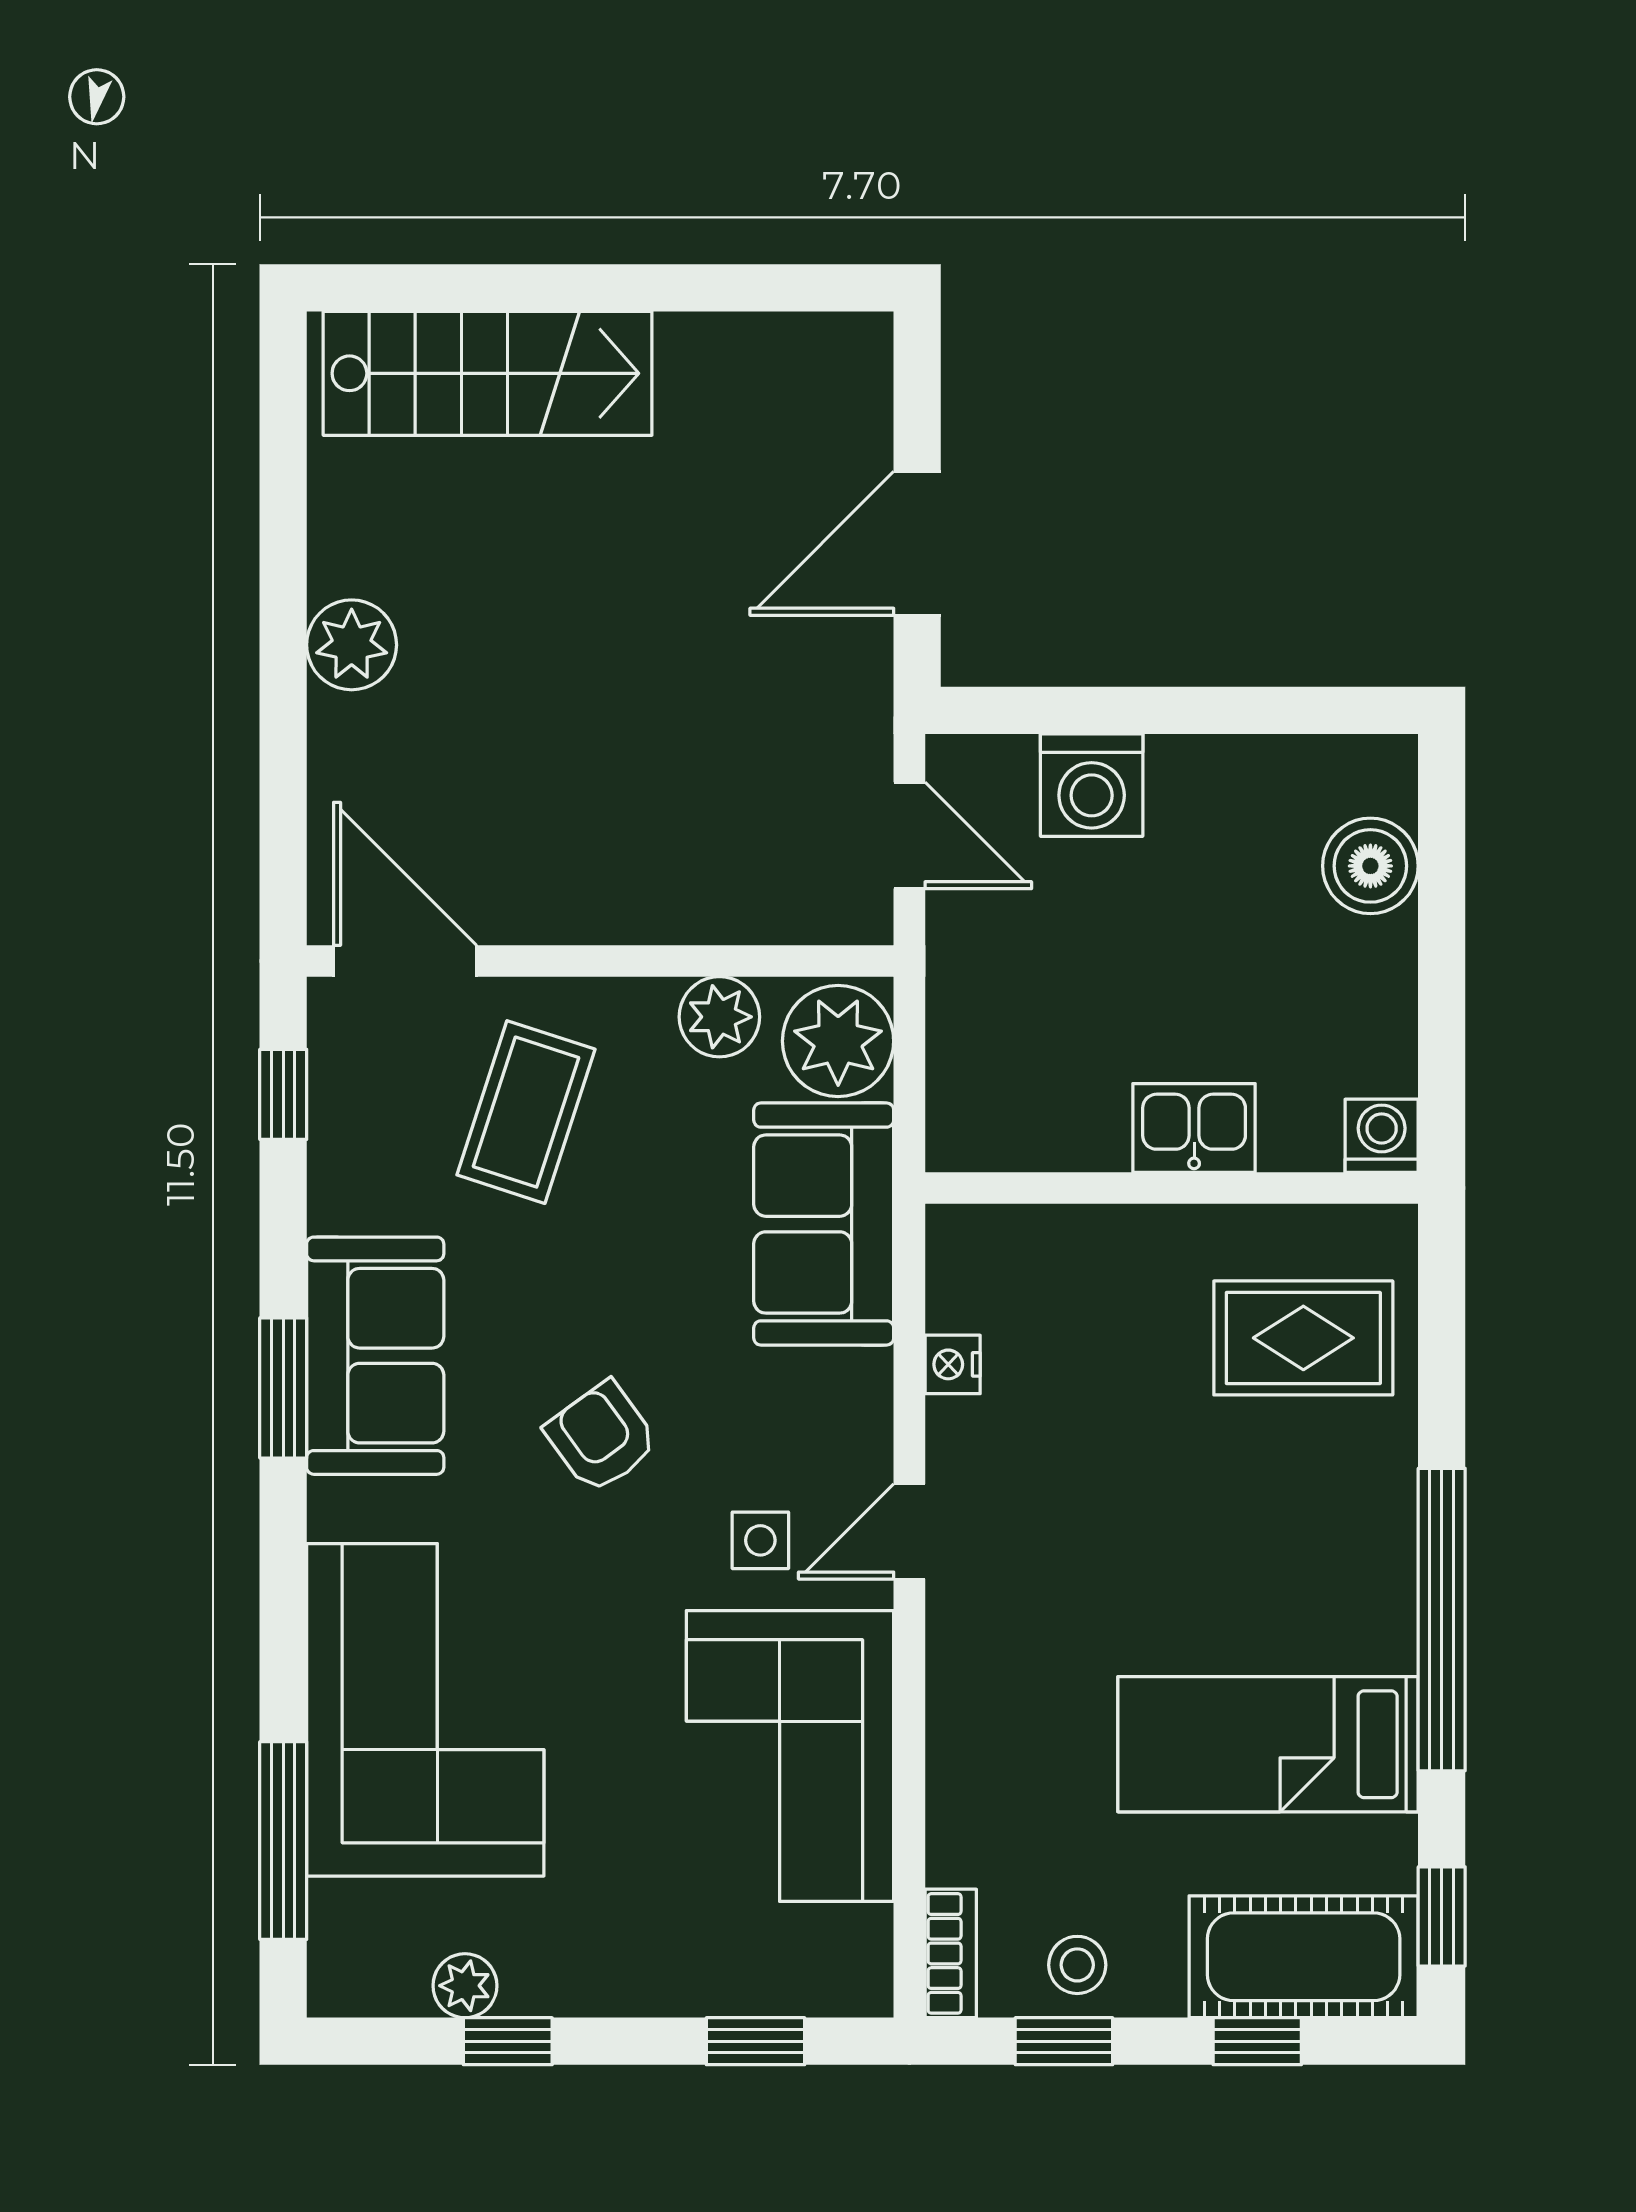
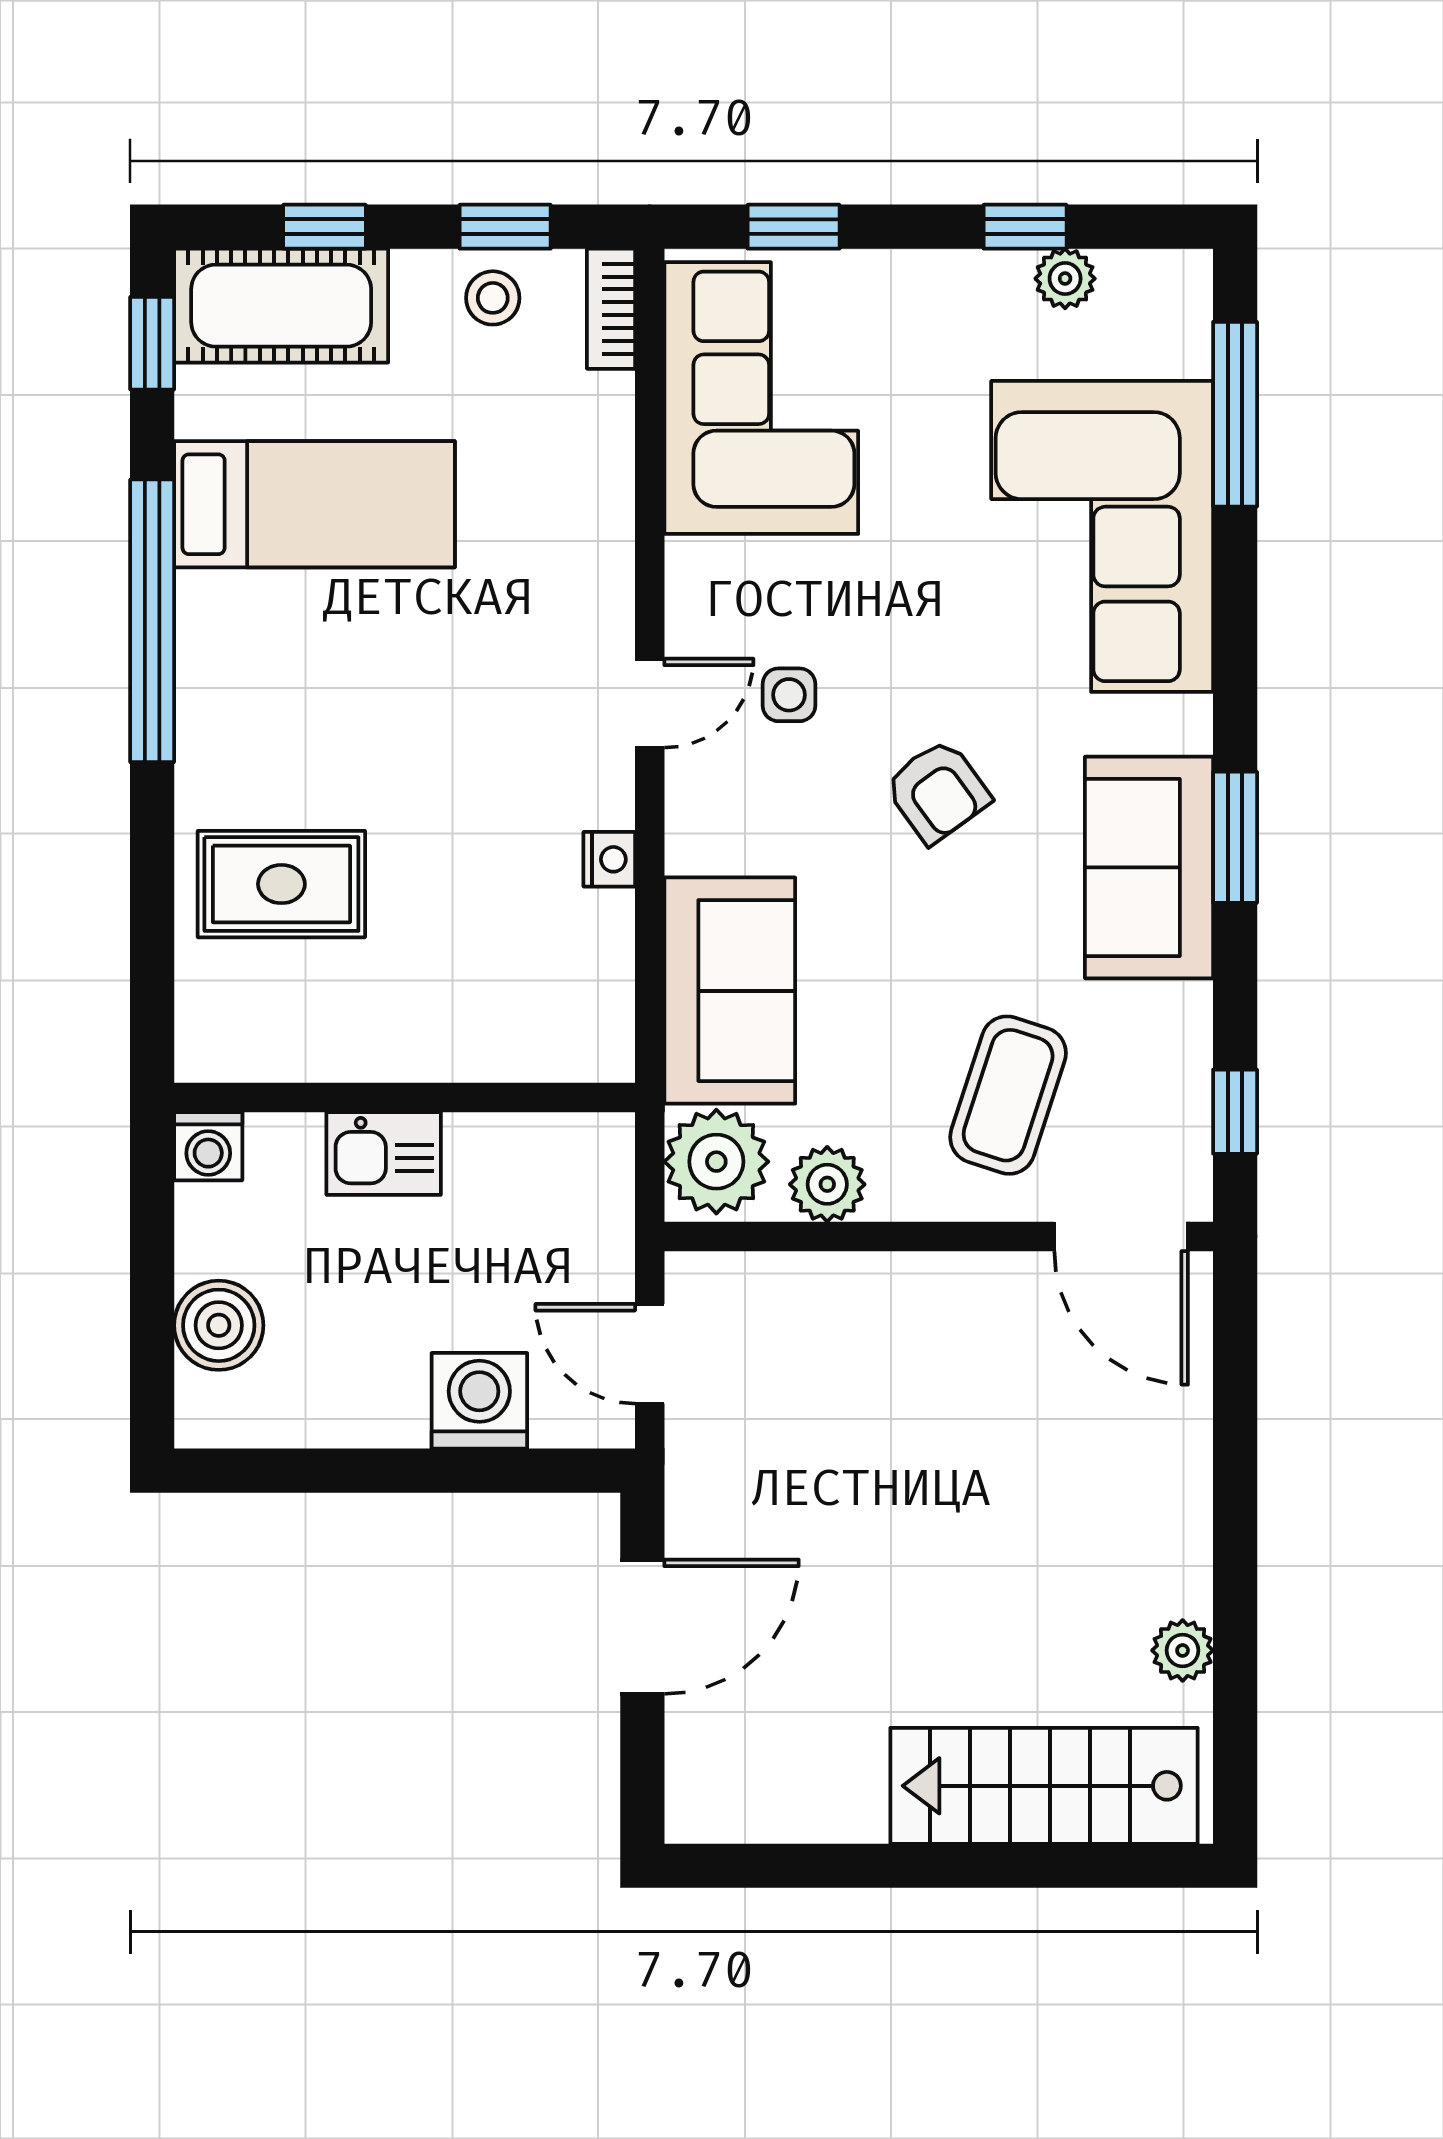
plant: (352, 645) -> (1183, 1650), moved, width x0.73, depth x0.73
kitchen sink: (1194, 1128) -> (384, 1154), moved
washing machine: (1382, 1136) -> (208, 1146), moved
wall: (1172, 1188) -> (405, 1097), moved
corner sofa: (790, 1756) -> (761, 398), moved

